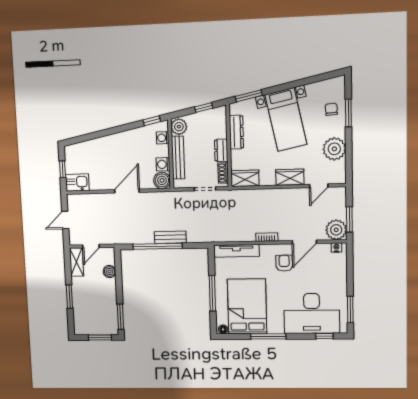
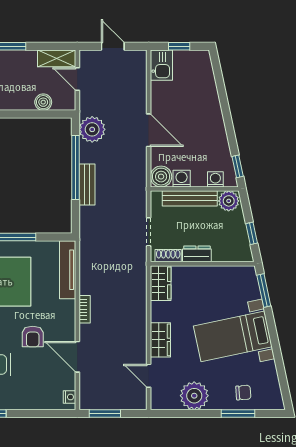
dresser: (236, 132) -> (219, 274), removed
plant: (336, 230) -> (92, 129), moved
armchair: (284, 263) -> (33, 337), moved, turned 90

